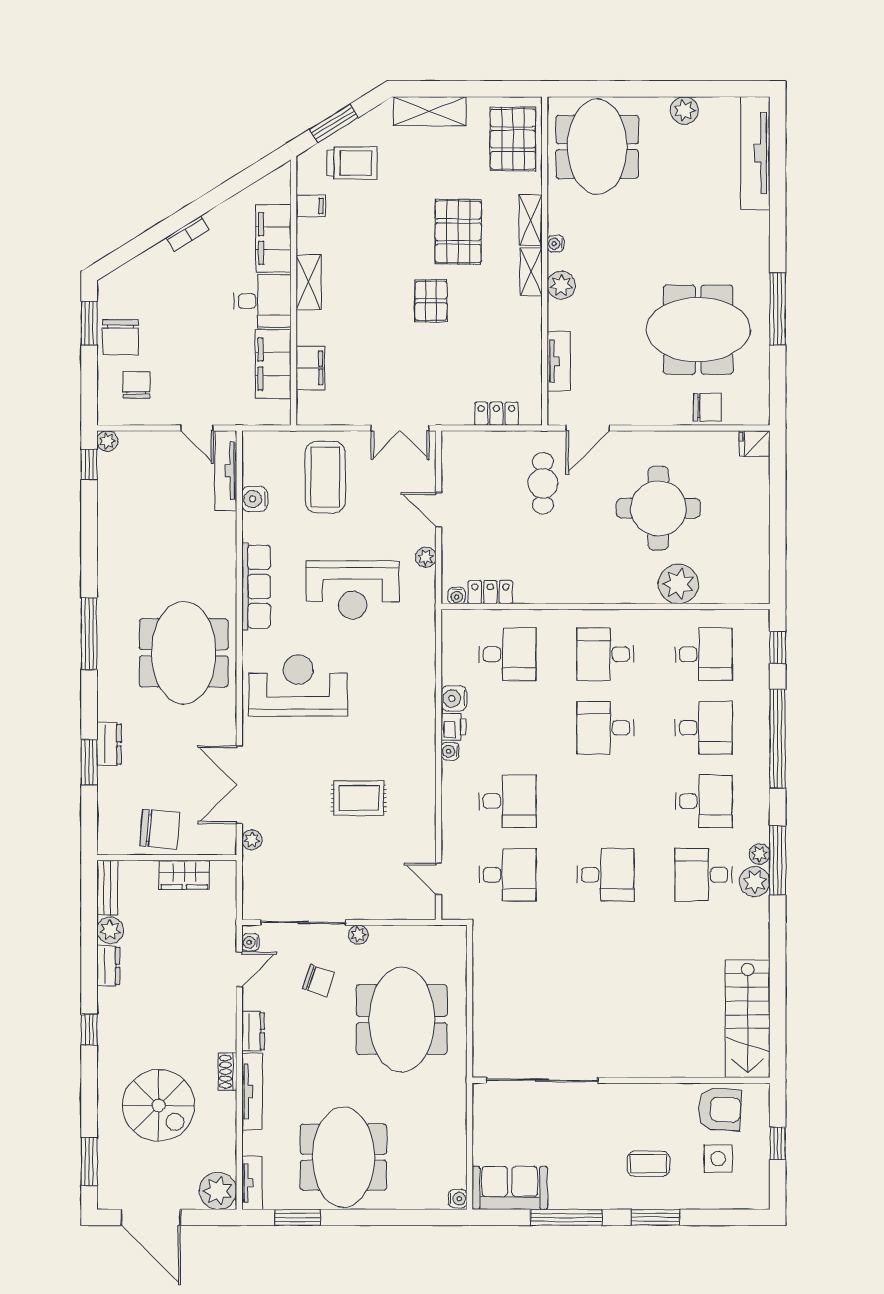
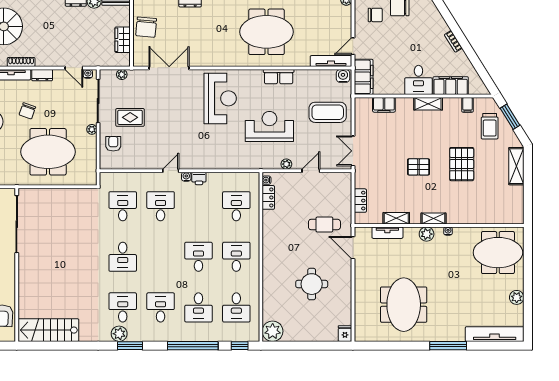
pallet: (513, 139) -> (502, 209), removed
shelving: (531, 220) -> (396, 218), moved
pallet: (458, 232) -> (462, 164), moved, turned 90
window: (778, 309) -> (448, 346), moved
filing cabinet: (273, 364) -> (364, 77), moved, turned 90
chair: (707, 407) -> (364, 309), removed
water cooler: (255, 499) -> (343, 76), moved
round table: (658, 508) -> (312, 284), width x0.73, depth x0.73
plant: (678, 584) -> (273, 331), moved
row of seats: (256, 586) -> (279, 77), width x0.68
reception desk: (353, 590) -> (269, 126), turned 90
meeting table: (184, 653) -> (267, 32), moved
desk: (507, 654) -> (236, 206), turned 180
water cooler: (454, 698) -> (214, 179), removed
rug: (359, 798) -> (130, 117), moved, turned 90
desk: (507, 801) -> (161, 206), turned 180
desk: (704, 801) -> (161, 307), turned 180
plant: (252, 840) -> (122, 74), moved
plant: (759, 854) -> (133, 336), removed
window: (778, 860) -> (130, 346), width x0.69
desk: (507, 875) -> (123, 206), turned 180
door: (439, 879) -> (171, 171), moved
armchair: (386, 893) -> (113, 144), added
chair: (318, 981) -> (27, 111), moved
shoe rack: (228, 1072) -> (21, 62), width x1.43

